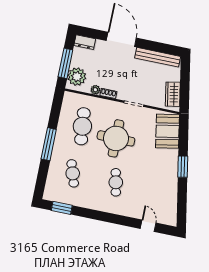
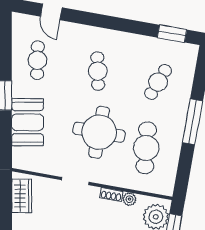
booth: (168, 131) -> (28, 122), moved
cafe table: (73, 173) -> (158, 82), turned 39
cafe table: (159, 191) -> (37, 60), added

